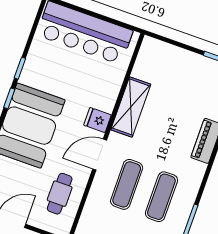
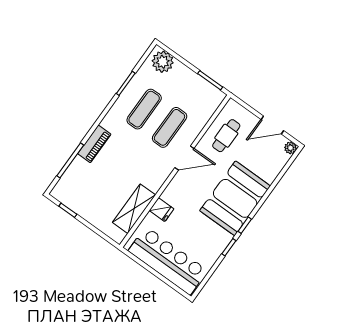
shelving: (131, 107) -> (134, 209), moved
fridge: (98, 120) -> (161, 210), moved

